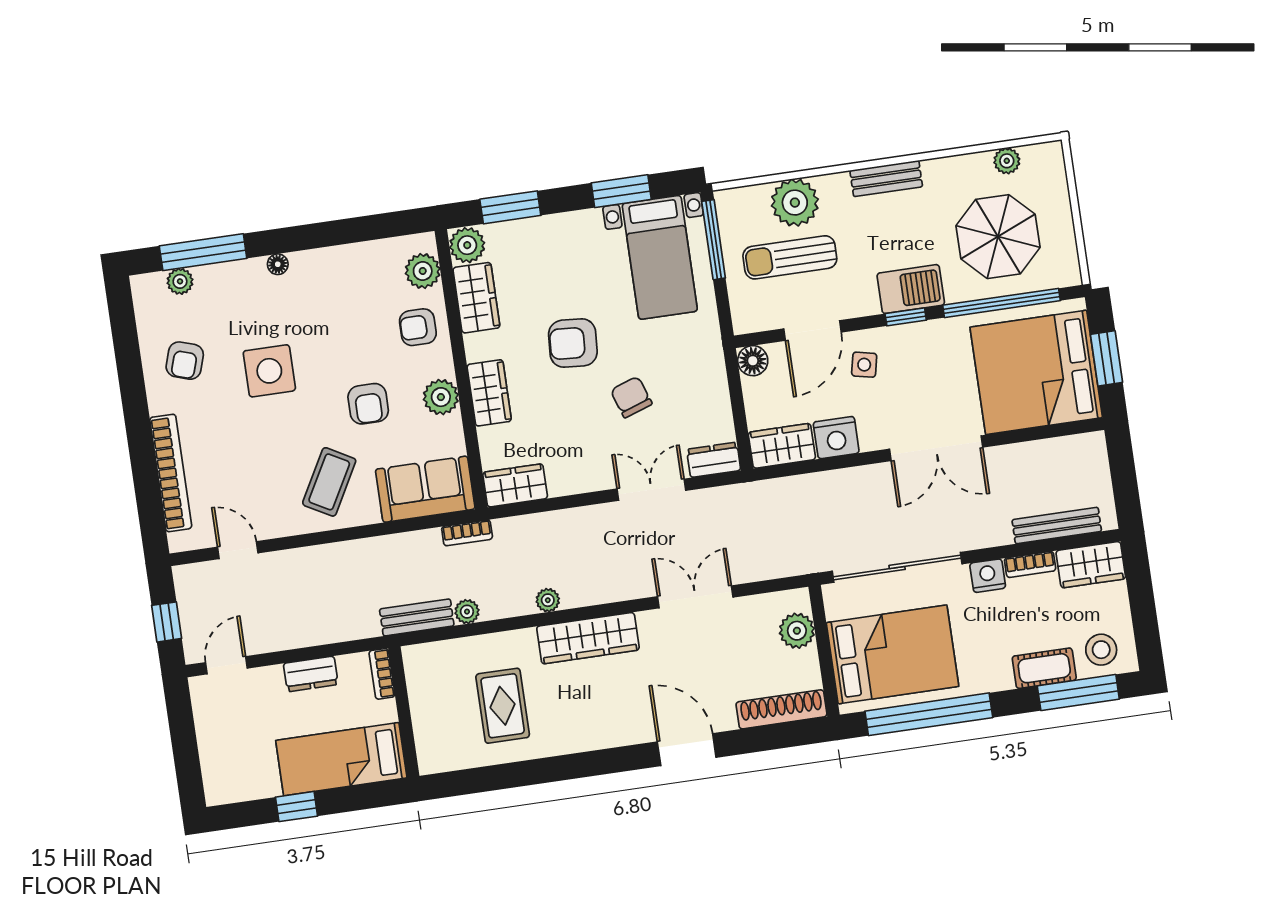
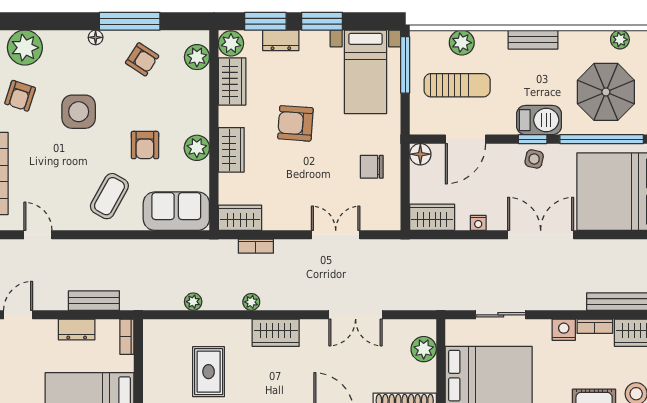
window: (621, 191) -> (322, 21), moved
plant: (795, 203) -> (462, 43), width x0.73, depth x0.73
window: (203, 252) -> (130, 21), moved
sun lounger: (790, 257) -> (457, 85), turned 180
plant: (180, 281) -> (25, 48), width x1.87, depth x1.87
armchair: (418, 327) -> (142, 59), moved, turned -147
side table: (864, 365) -> (534, 159), moved
chair: (631, 397) -> (372, 167), moved, turned -71
nightstand: (836, 438) -> (478, 223), width x0.53, depth x0.56
double door: (936, 448) -> (541, 235), swing flipped
dresser: (714, 460) -> (281, 40), moved, turned 180
bookcase: (467, 533) -> (256, 246), moved
sliding door: (897, 567) -> (501, 315), width x0.54
double door: (695, 597) -> (356, 315), swing flipped
bench: (417, 617) -> (94, 301), moved
wardrobe: (588, 638) -> (276, 333), width x0.67

